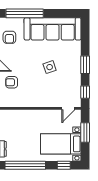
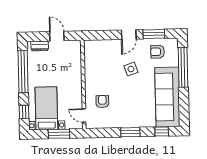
side table: (50, 67) -> (131, 69), moved
armchair: (12, 82) -> (102, 102), moved
window: (85, 92) -> (162, 131), moved

